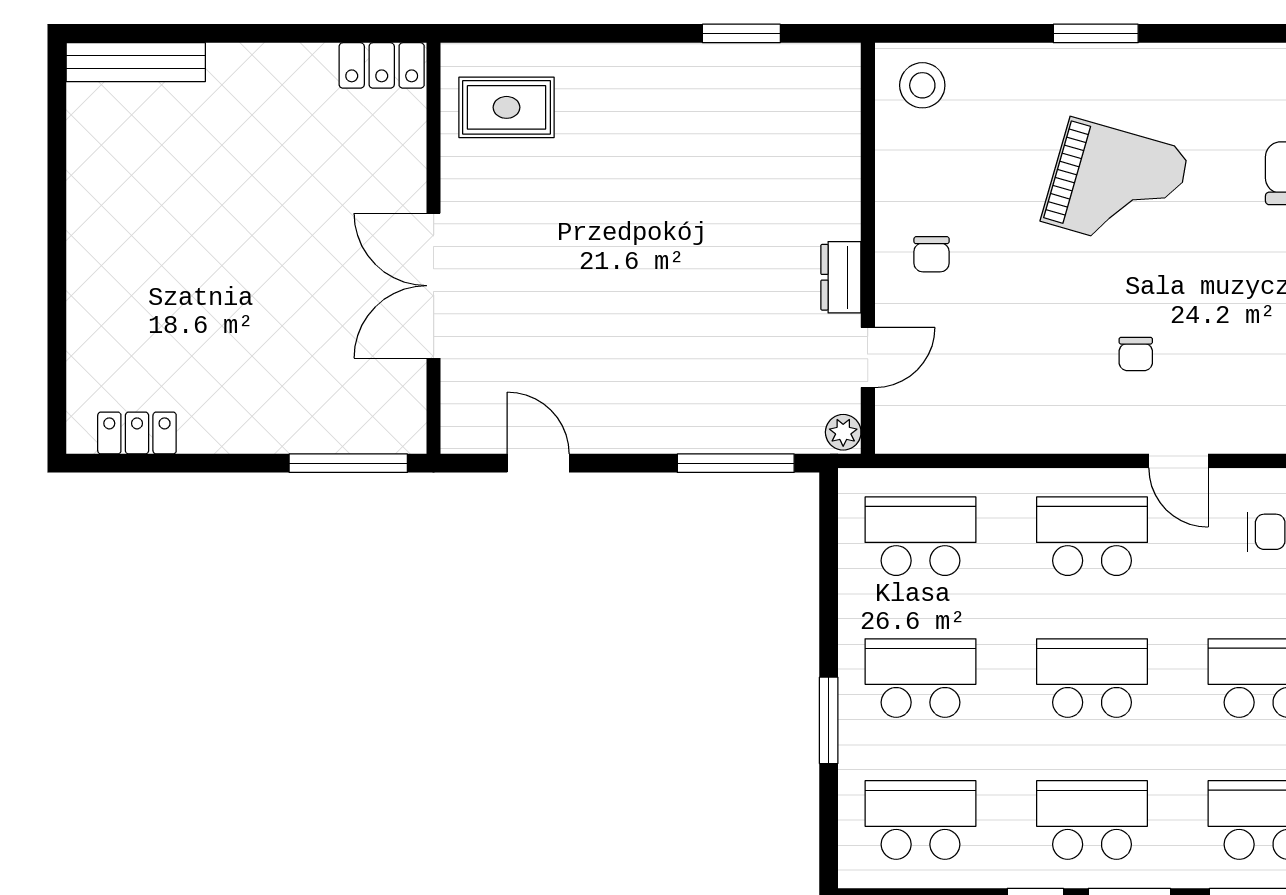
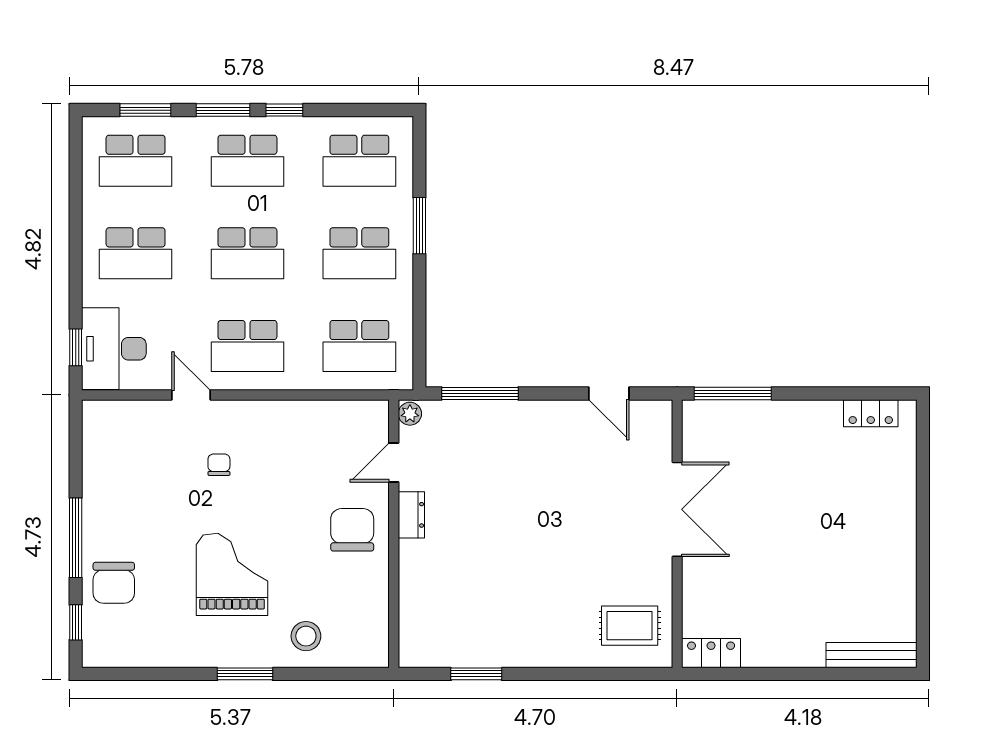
stool: (922, 85) -> (306, 636), moved
grand piano: (1116, 186) -> (232, 574), turned 74
chair: (932, 254) -> (352, 530), width x1.87, depth x1.87

